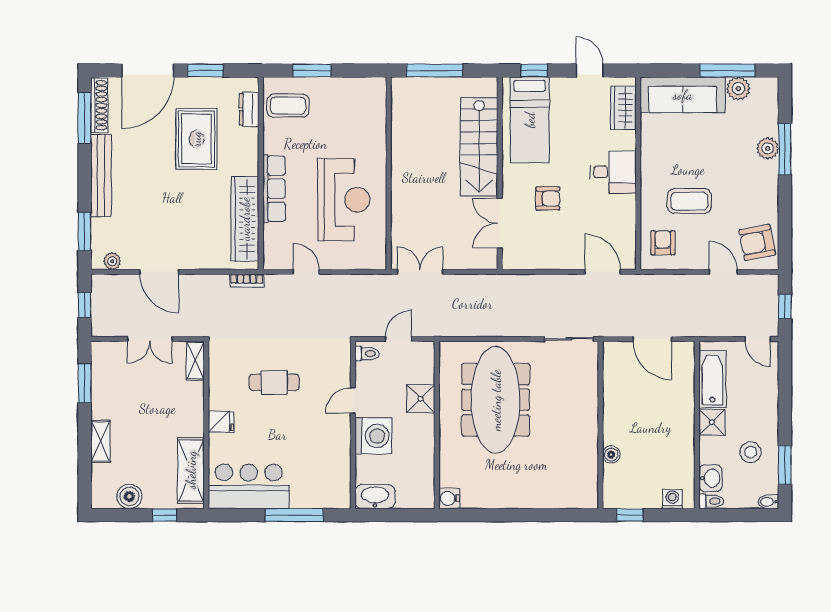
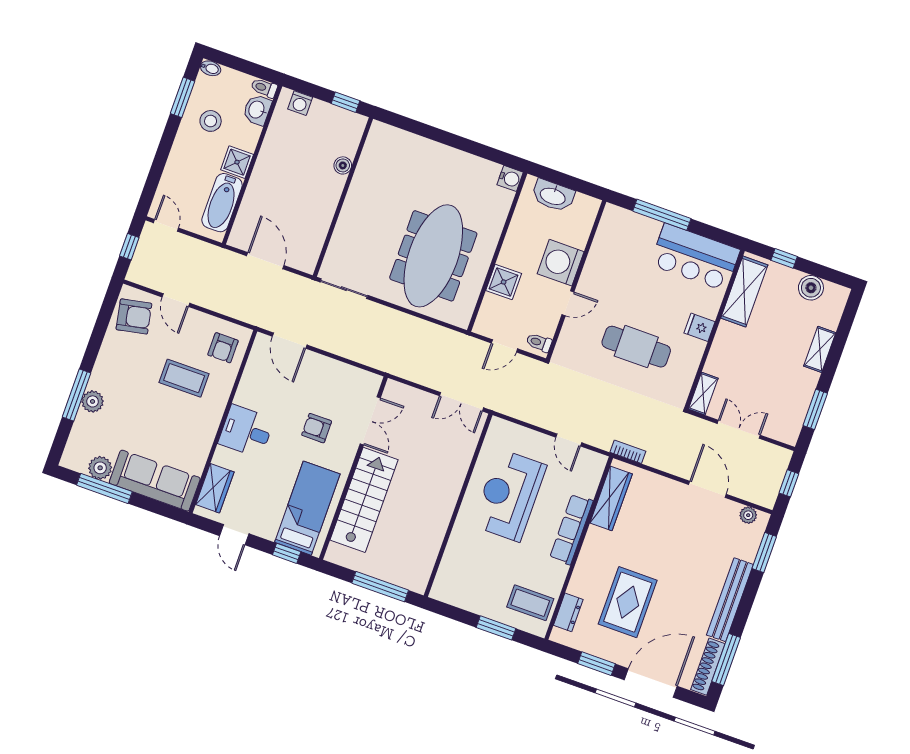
wardrobe: (245, 219) -> (611, 498), width x0.71, depth x0.85
cafe table: (274, 382) -> (636, 347), width x1.37, depth x1.35
washbasin: (375, 497) -> (553, 196), moved

